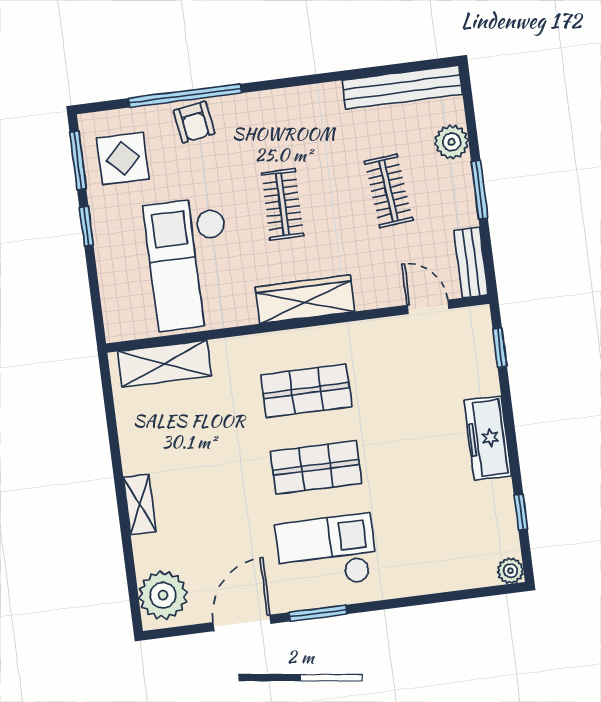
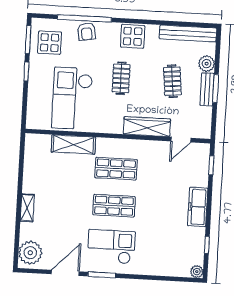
display table: (290, 114) -> (133, 36), added
bench: (471, 262) -> (207, 89), moved
wardrobe: (305, 299) -> (147, 127), moved
door: (428, 307) -> (181, 140), swing flipped
shelving: (164, 364) -> (73, 145), moved

